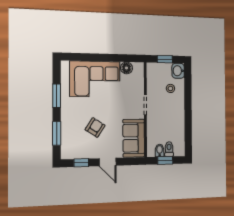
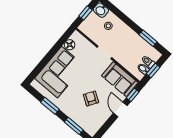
window: (188, 132) -> (148, 38), added
door: (108, 162) -> (120, 109), swing flipped
window: (81, 163) -> (133, 95), moved

